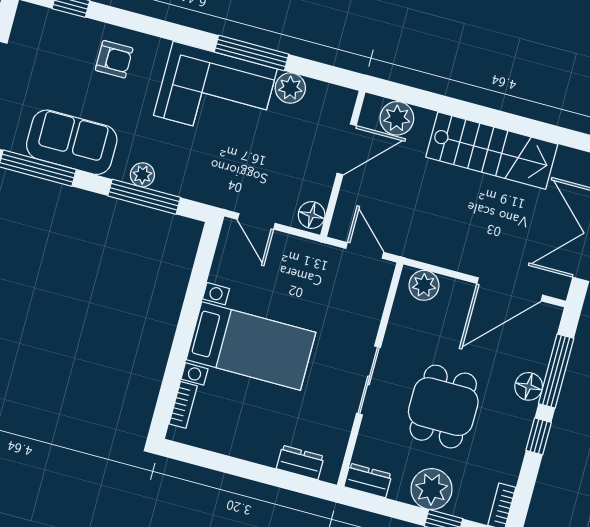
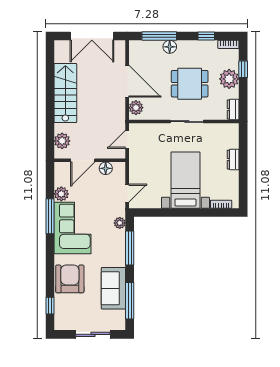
armchair: (114, 59) -> (70, 279), width x1.88, depth x1.88
door: (347, 149) -> (83, 160), swing flipped
plant: (142, 175) -> (120, 223), moved
floor lamp: (312, 215) -> (106, 168), moved
door: (510, 289) -> (127, 81), moved
window: (539, 436) -> (206, 36), moved
dresser: (300, 462) -> (233, 160), moved

